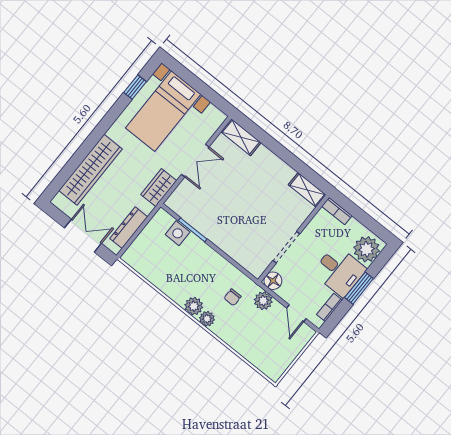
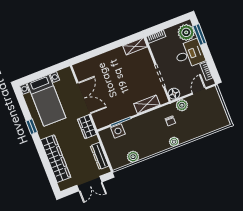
window: (135, 87) -> (32, 127), moved
shelving: (241, 137) -> (147, 104), moved
double door: (195, 161) -> (84, 98), width x1.37
double door: (83, 236) -> (89, 184), swing flipped
window: (359, 288) -> (200, 35), moved
plant: (194, 306) -> (133, 157), moved
door: (296, 313) -> (199, 91), swing flipped

